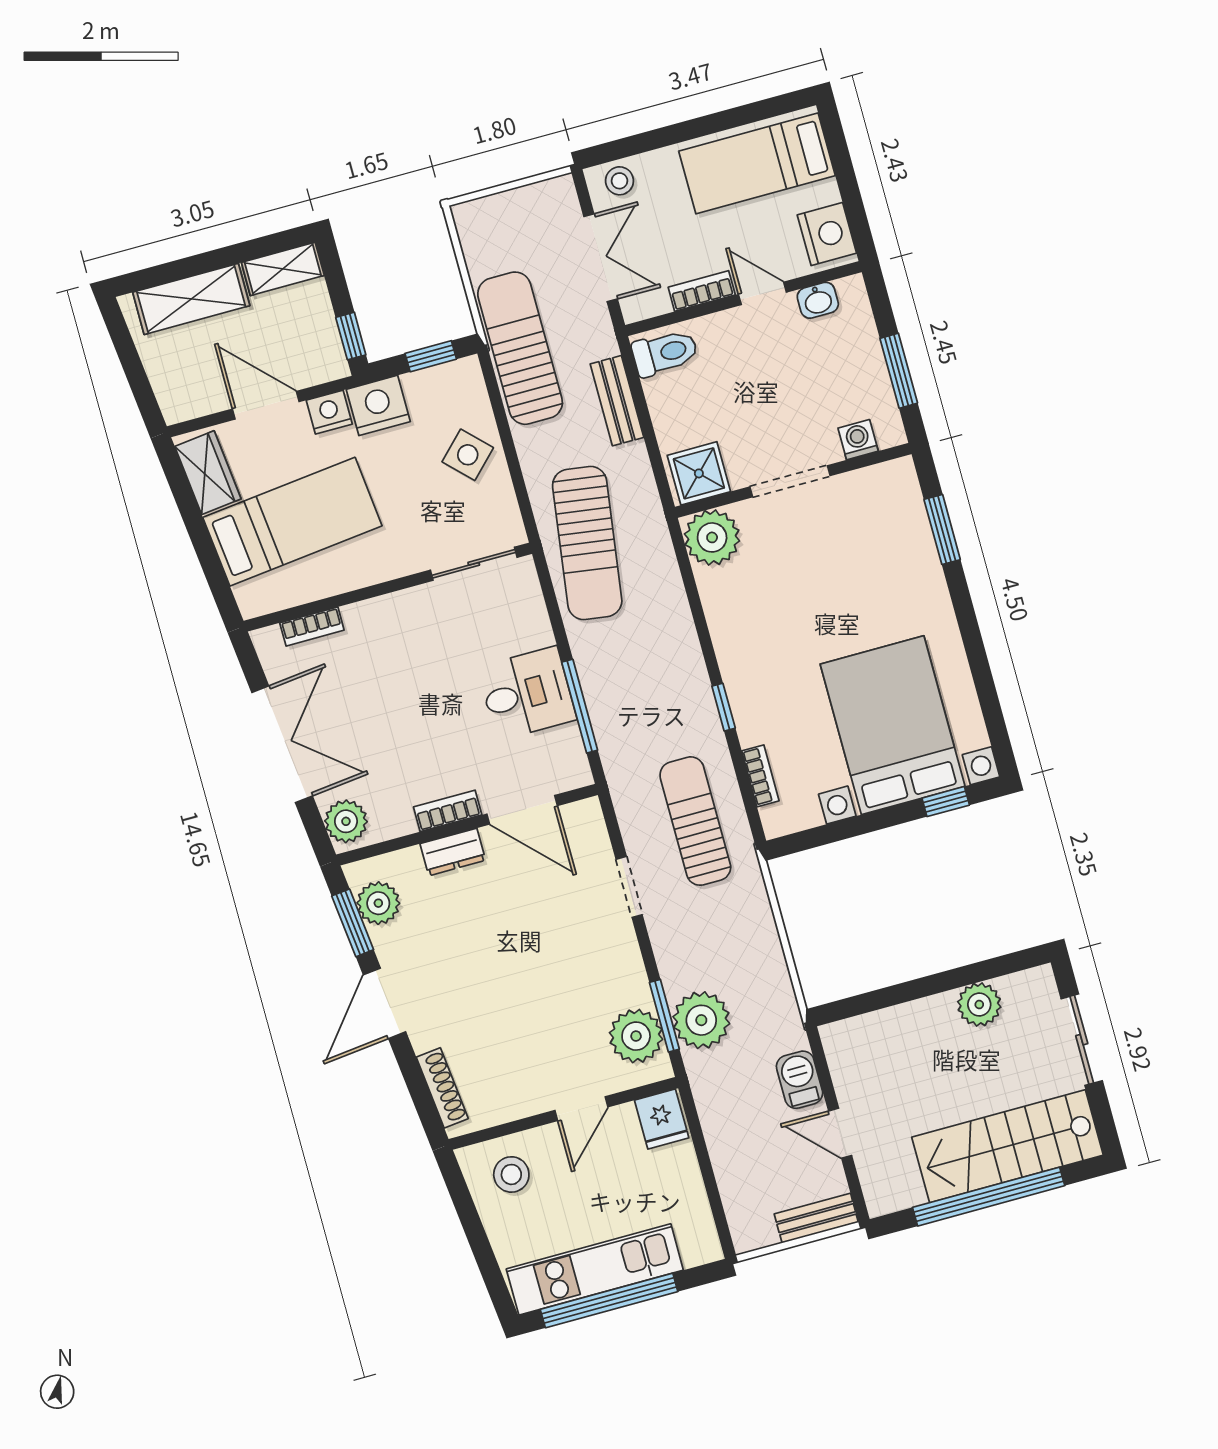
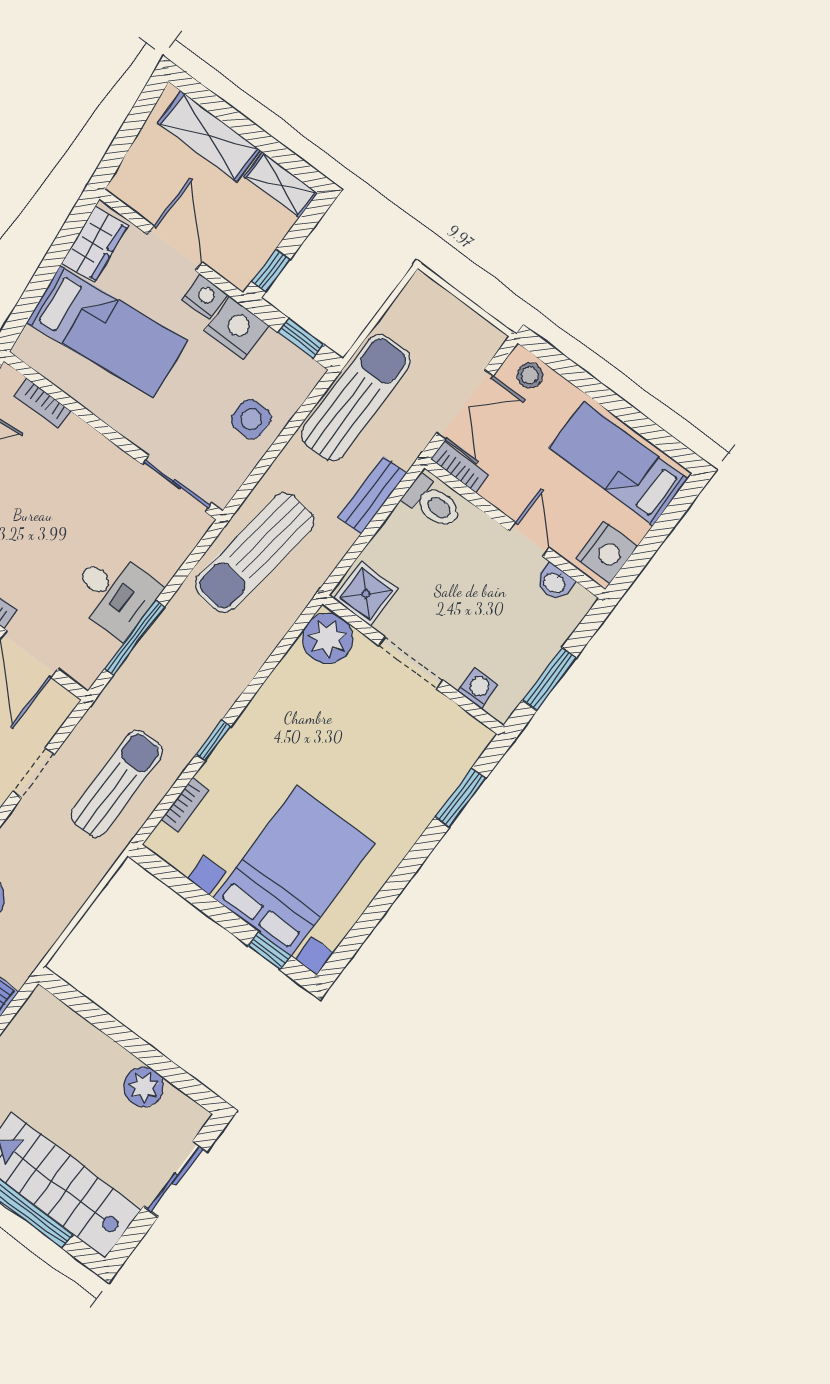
bookcase: (702, 291) -> (460, 467), moved
side table: (468, 455) -> (251, 419), turned 45

